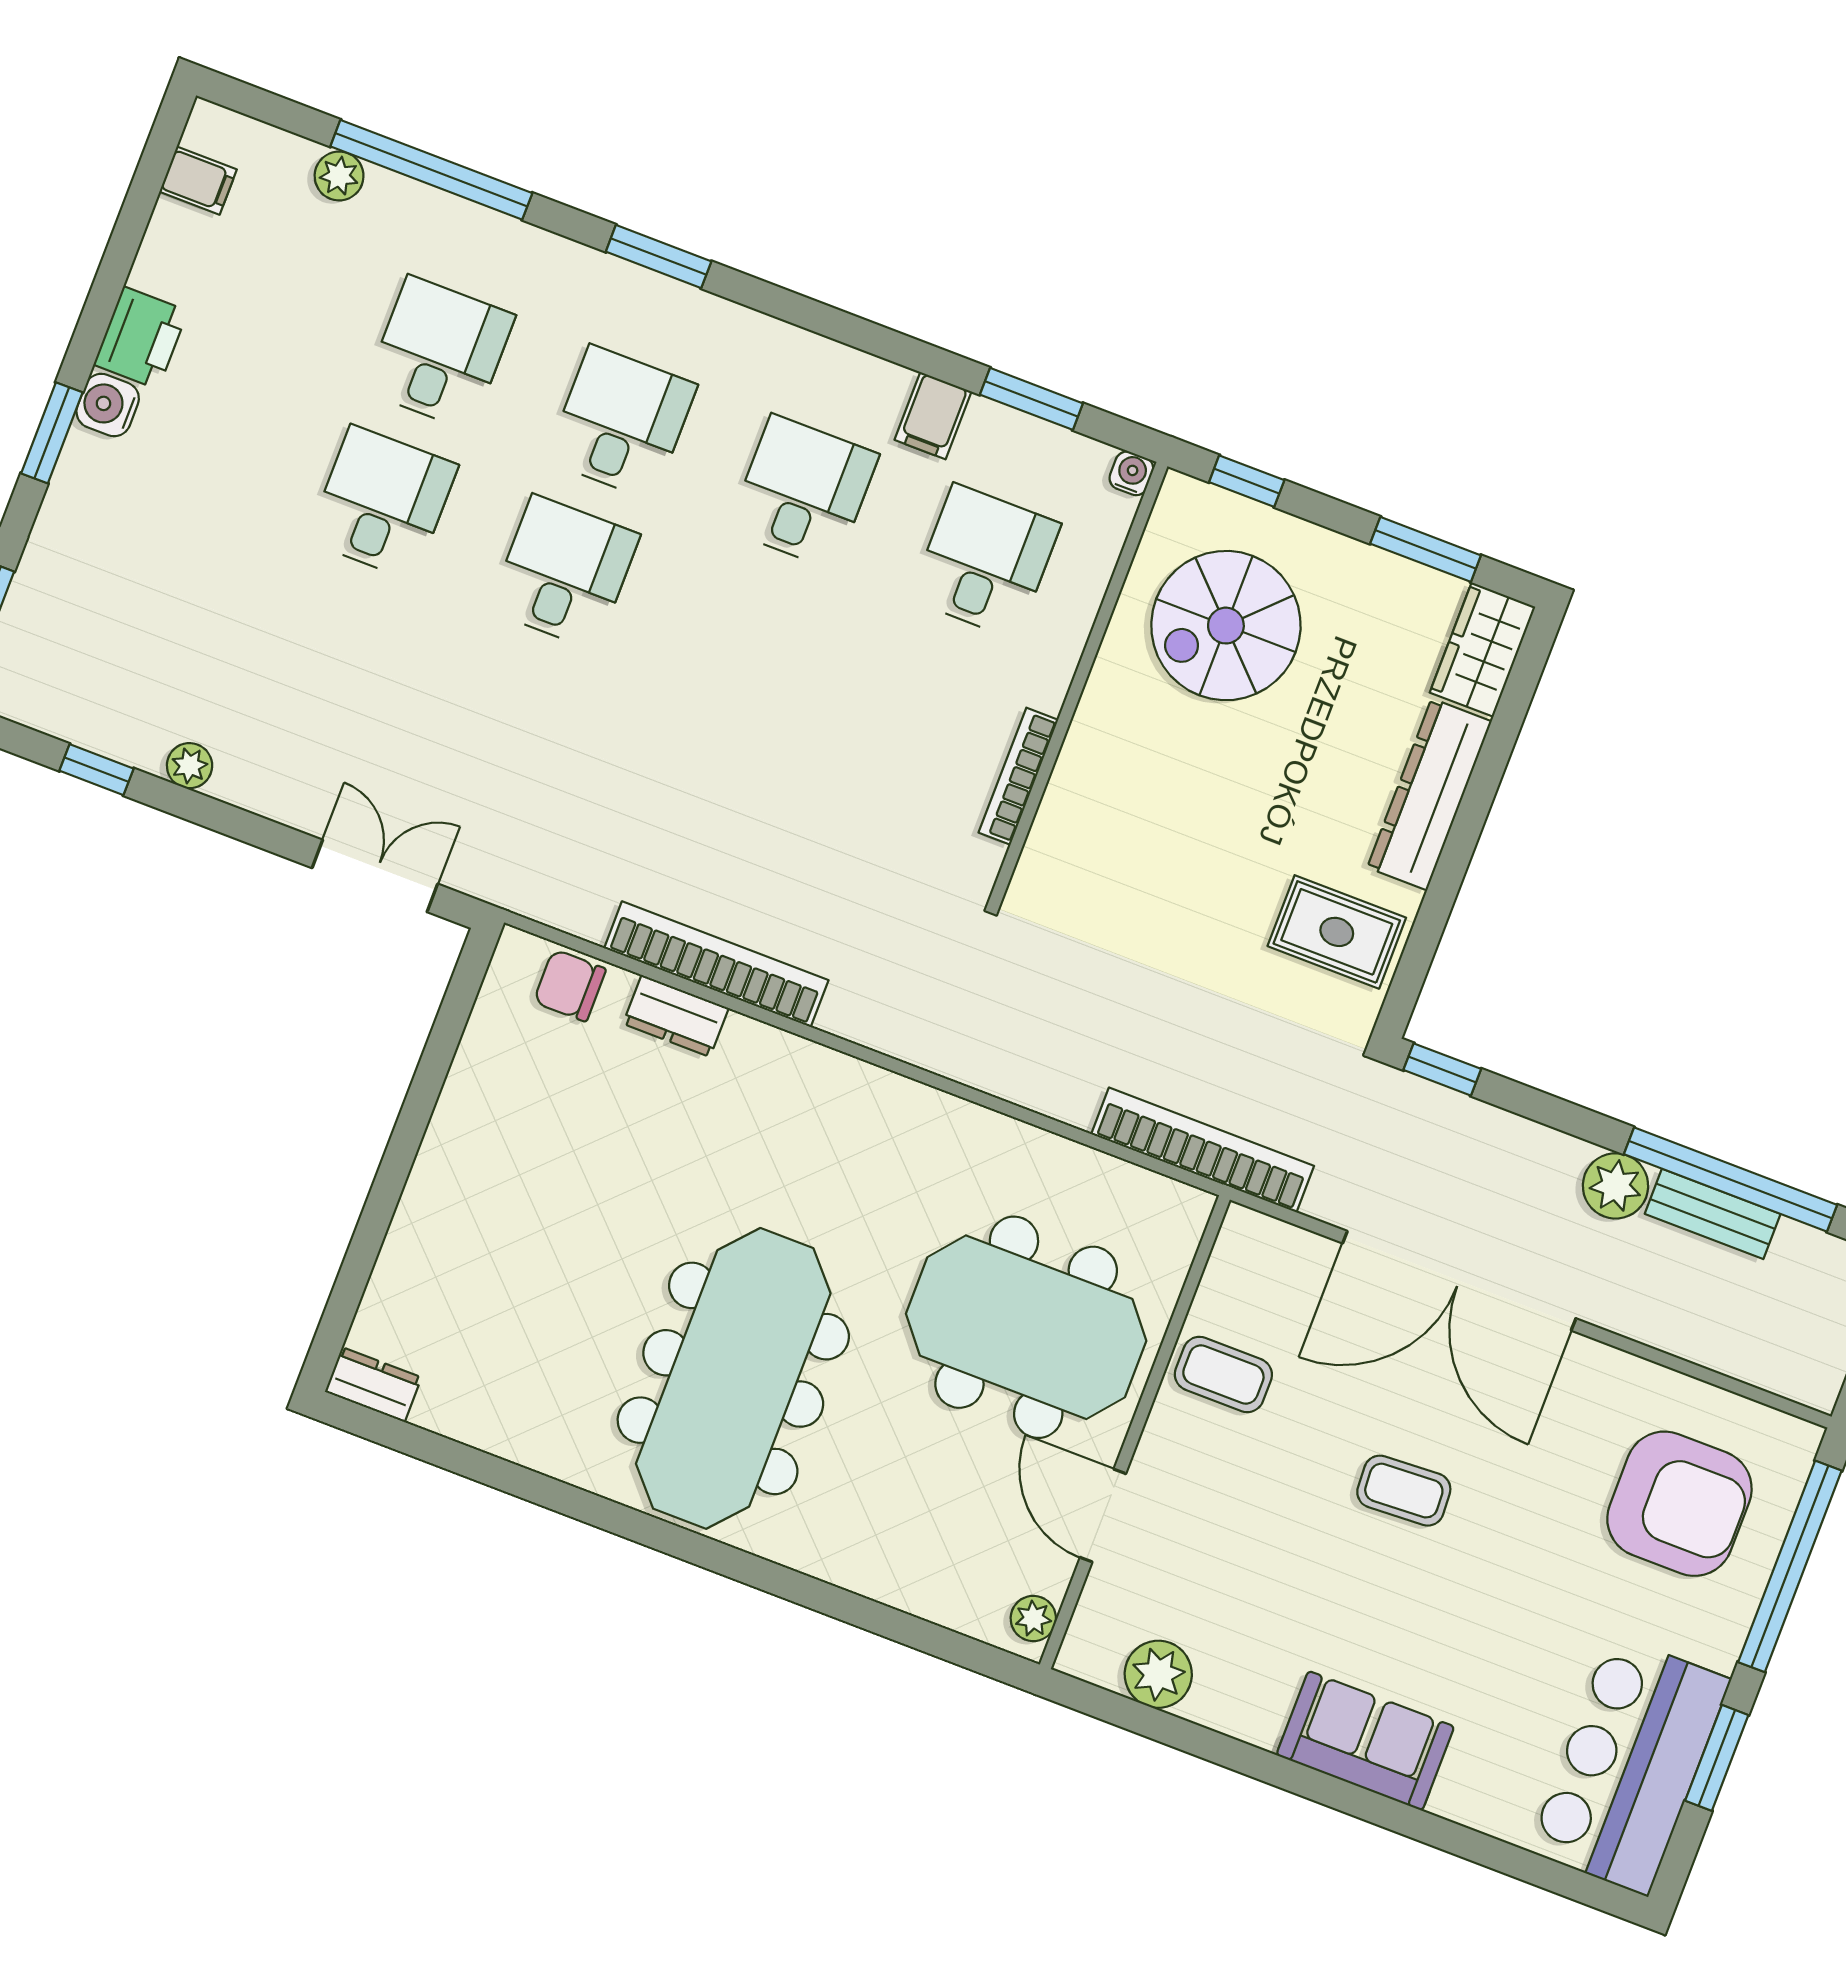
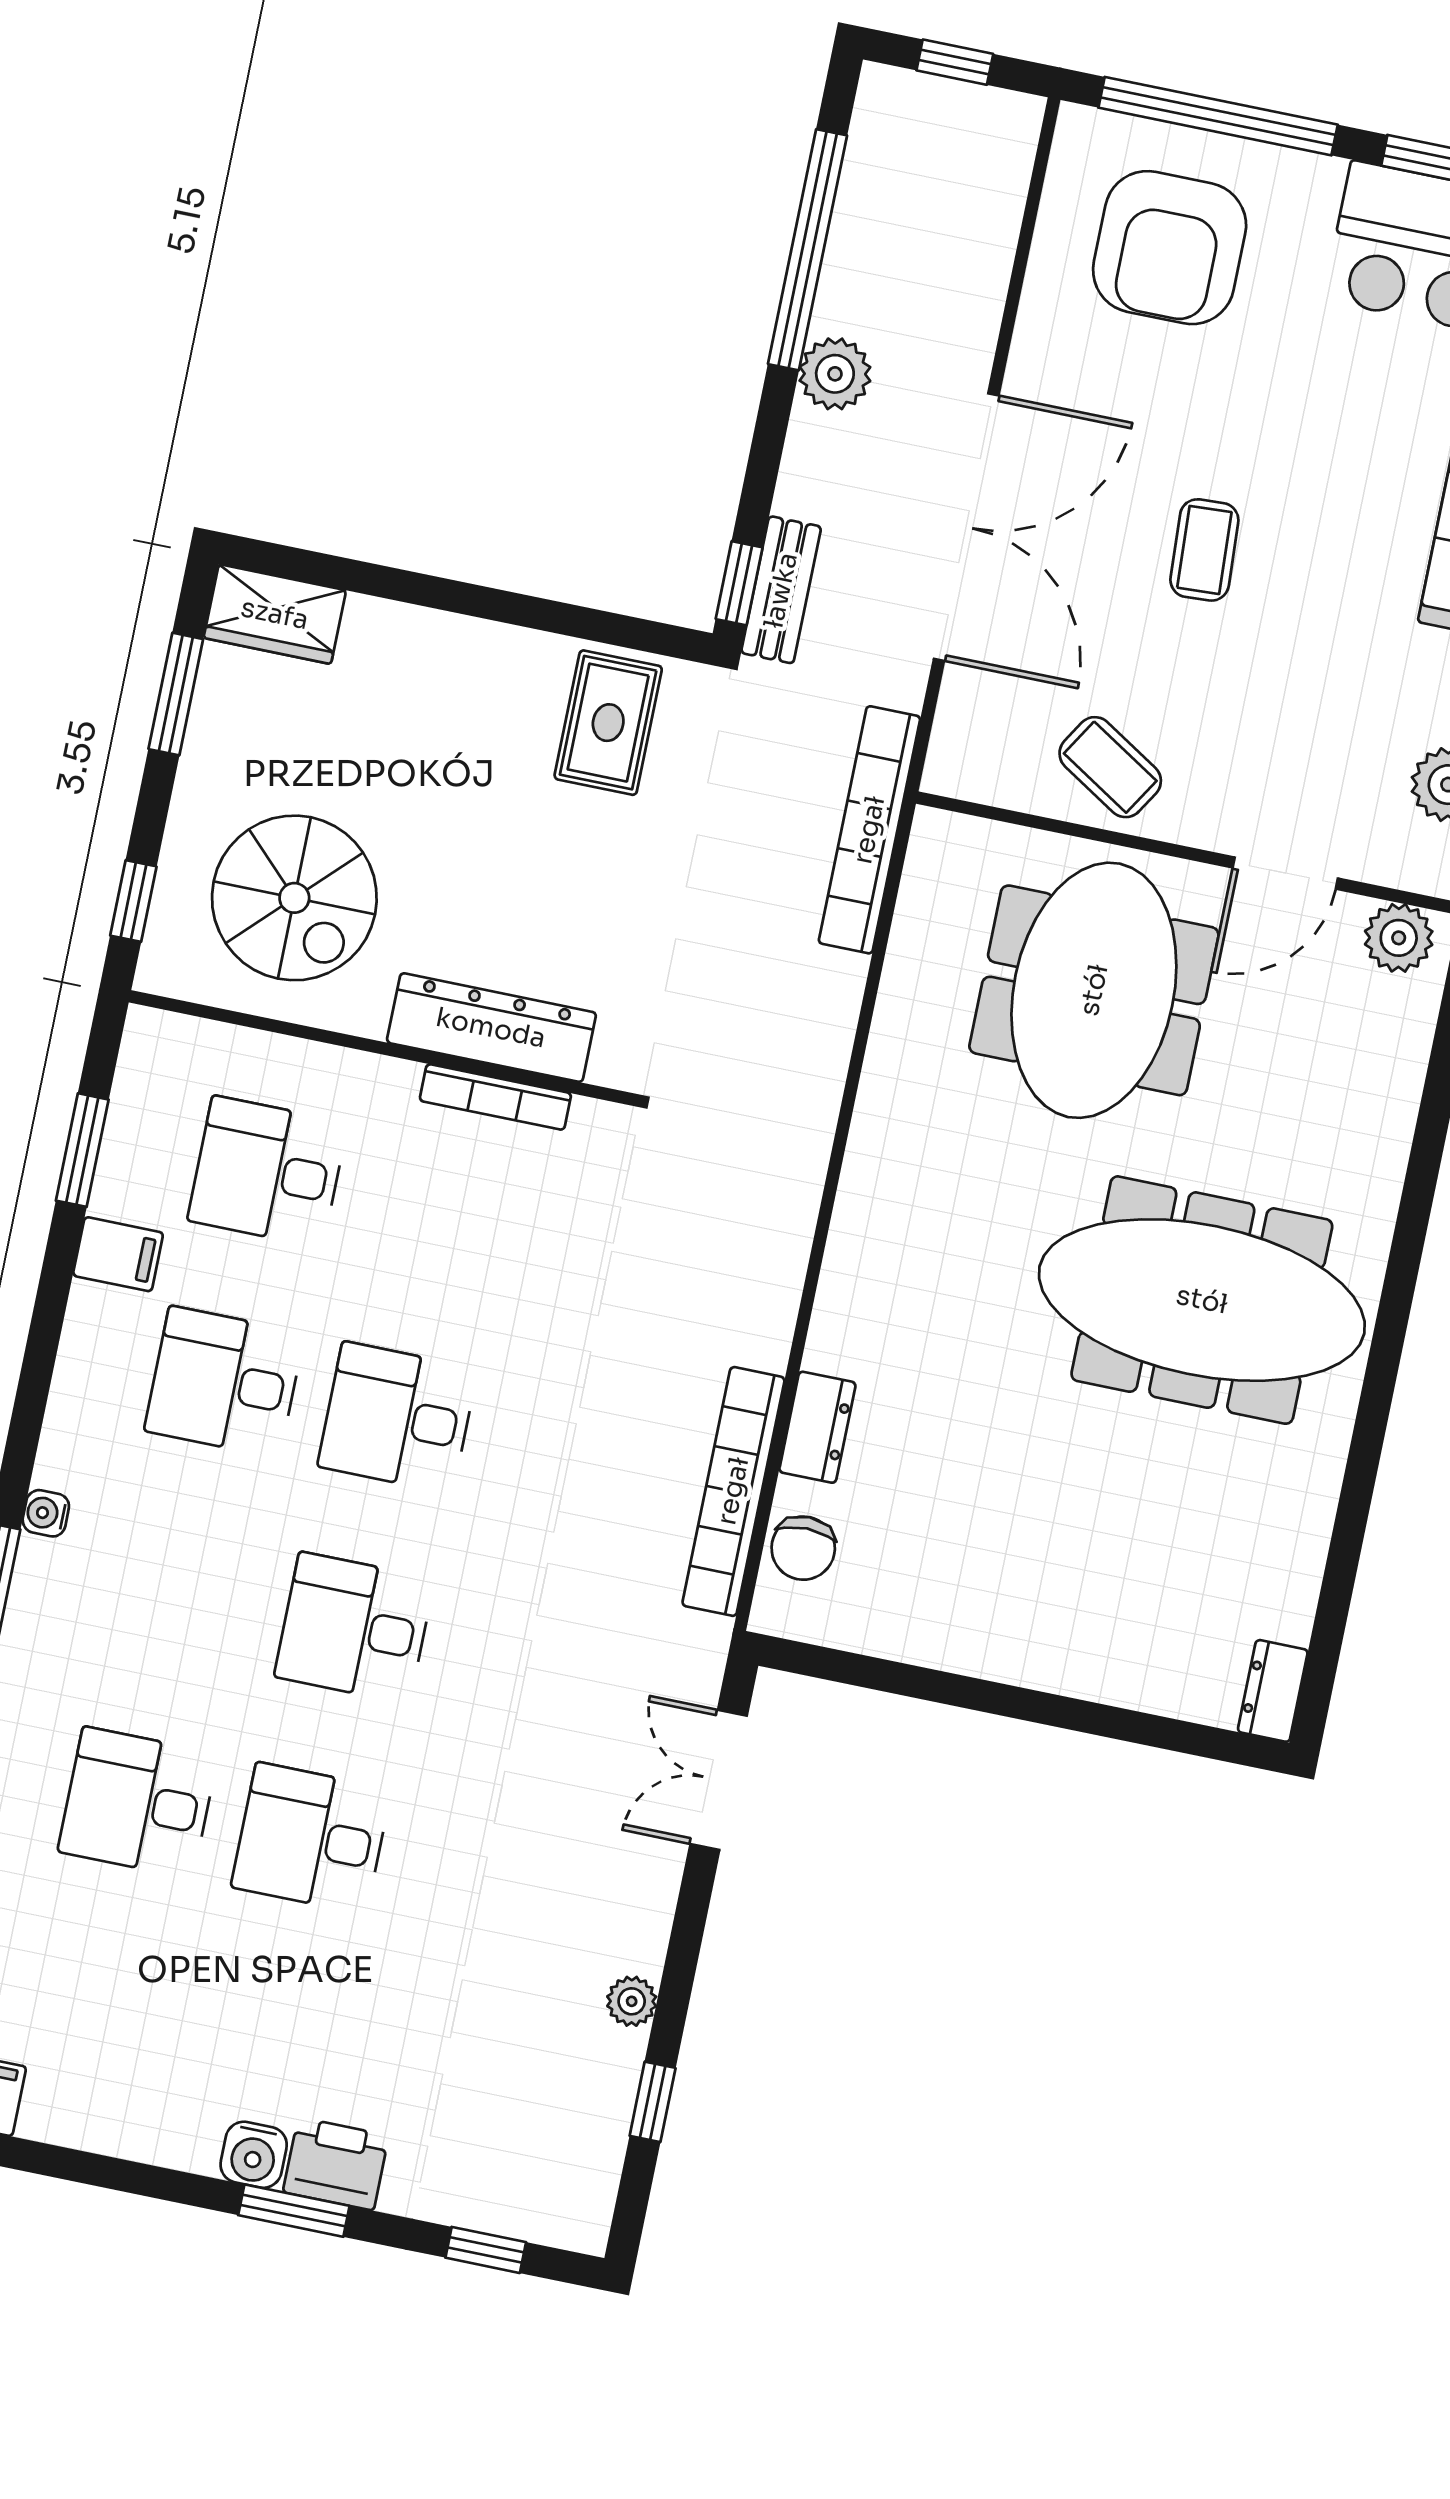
printer: (141, 338) -> (336, 2164), moved
desk: (621, 423) -> (398, 1417), moved
water cooler: (1131, 473) -> (46, 1513), moved
dresser: (1429, 794) -> (491, 1028), moved, turned 180
bookcase: (716, 964) -> (733, 1491), moved
bench: (1713, 1214) -> (781, 590), moved
coffee table: (1223, 1374) -> (1110, 767), turned -58
armchair: (1679, 1504) -> (1170, 248), turned 180
plant: (1033, 1618) -> (1399, 938), width x1.38, depth x1.38

